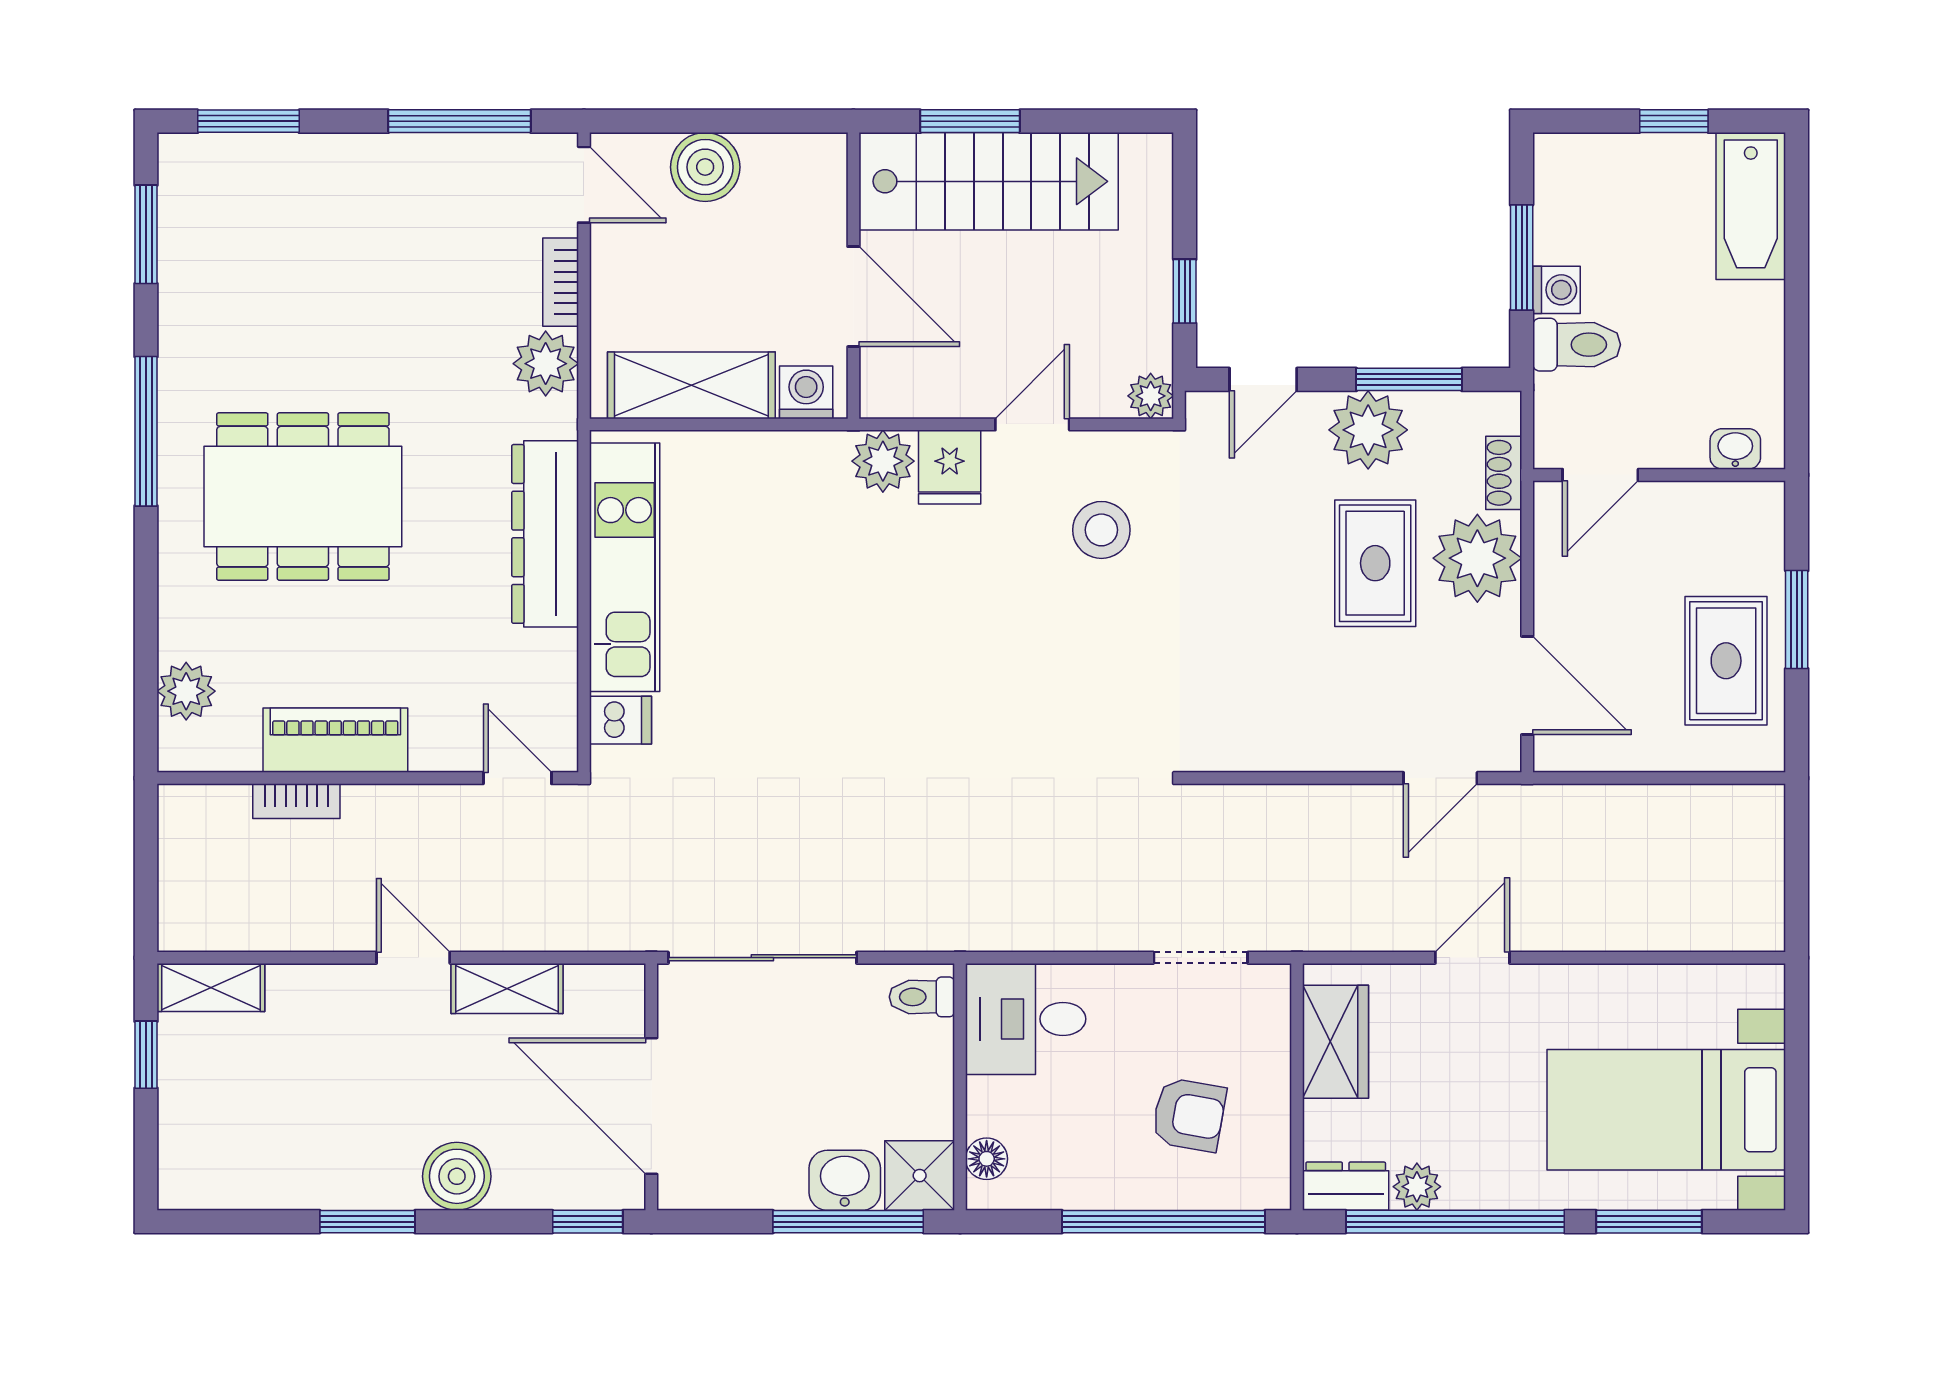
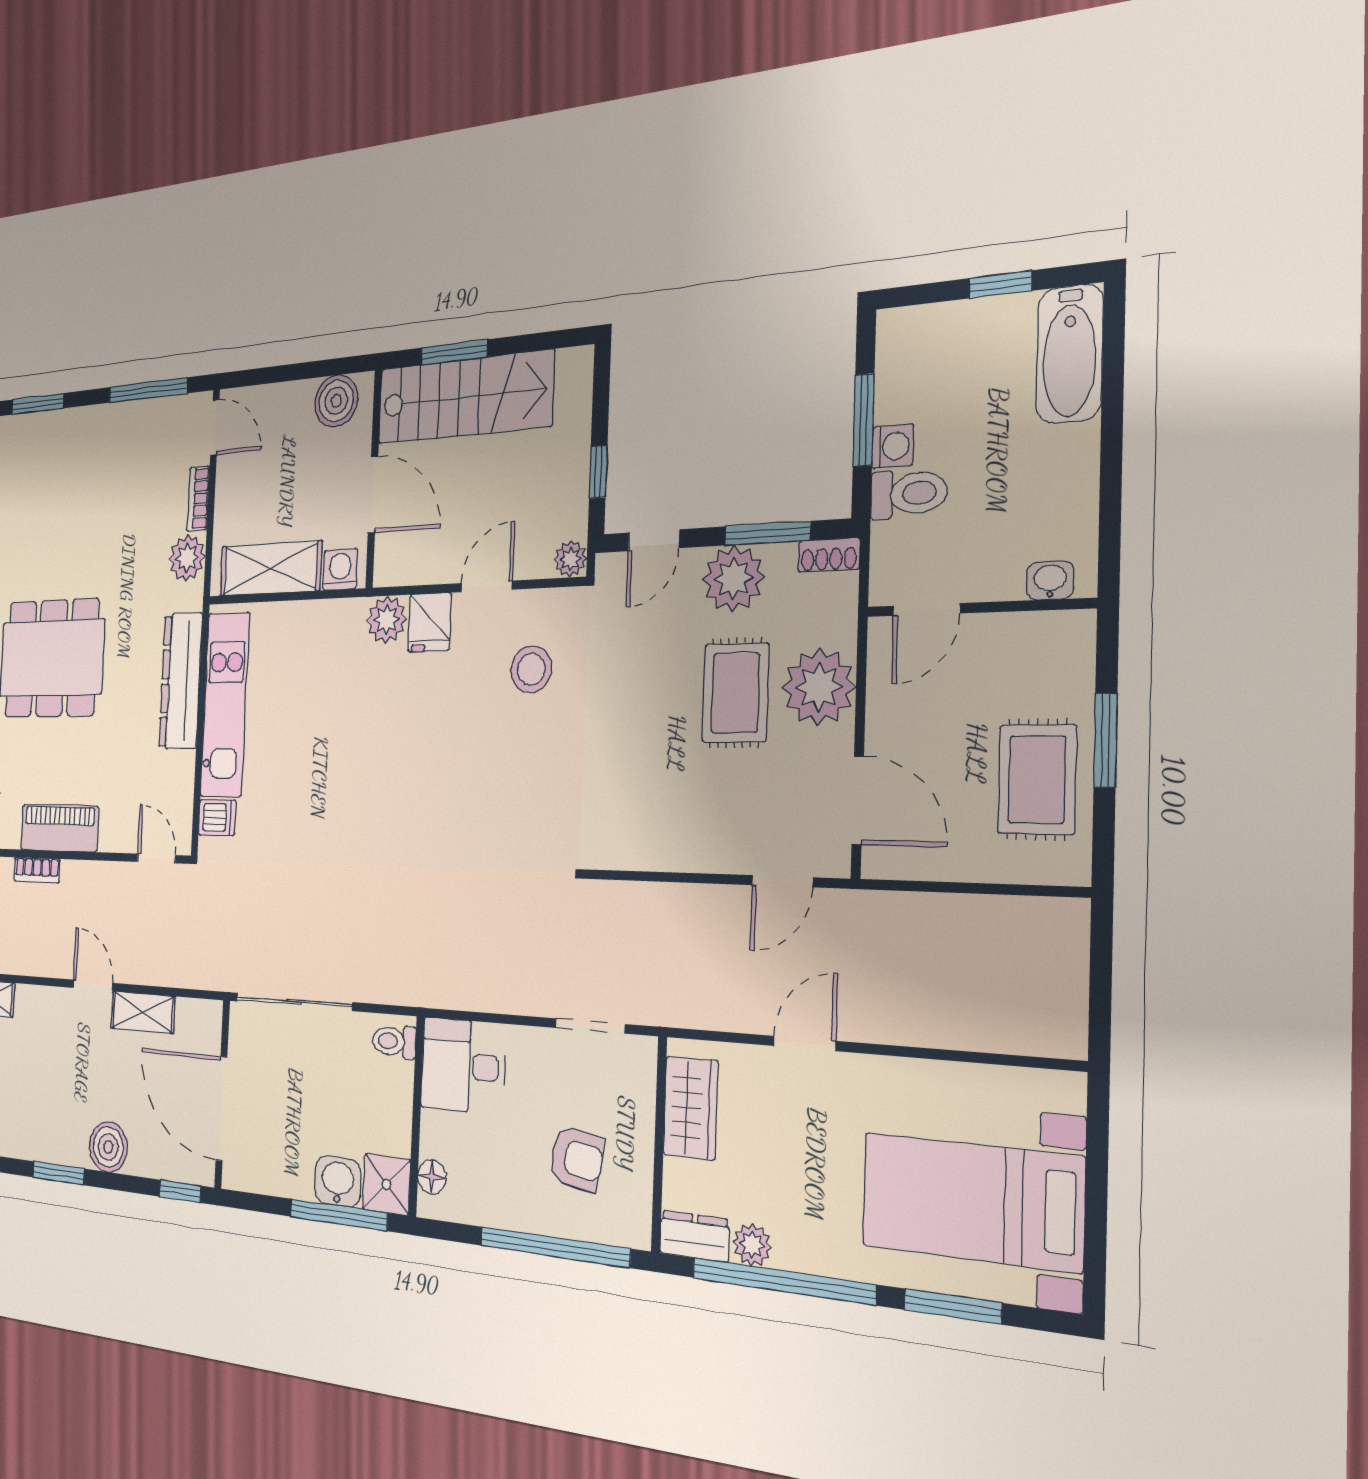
boiler: (705, 167) -> (336, 401), moved
shoe rack: (1504, 473) -> (829, 555), moved, turned -90

